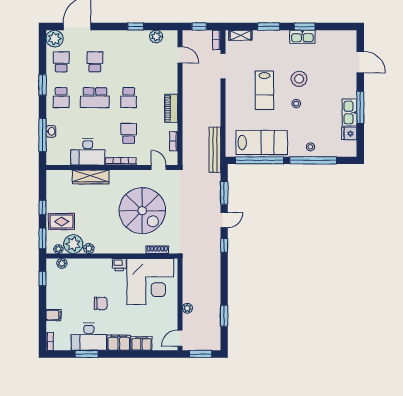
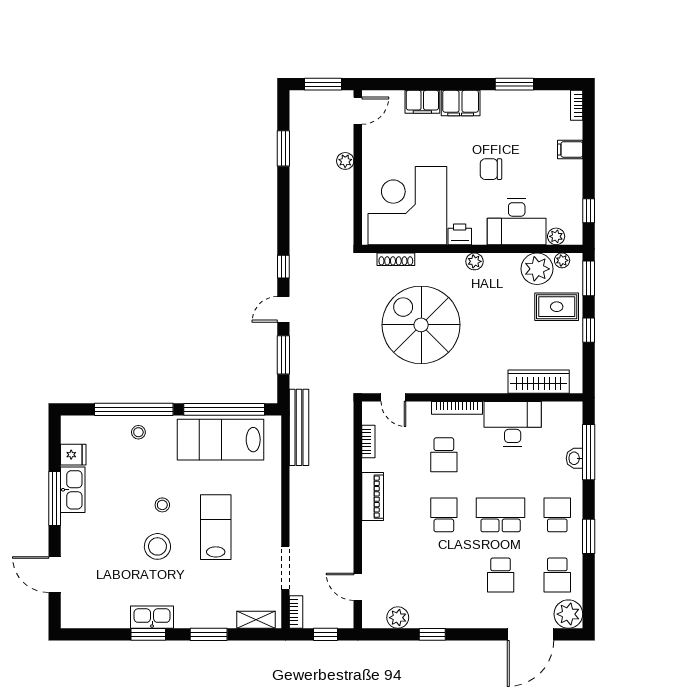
wardrobe: (91, 177) -> (539, 382), moved
plant: (89, 248) -> (474, 261), moved
desk: (89, 337) -> (517, 222), moved, turned 180

